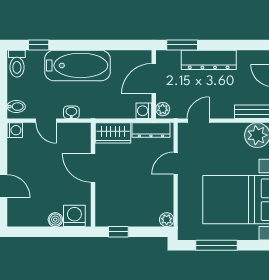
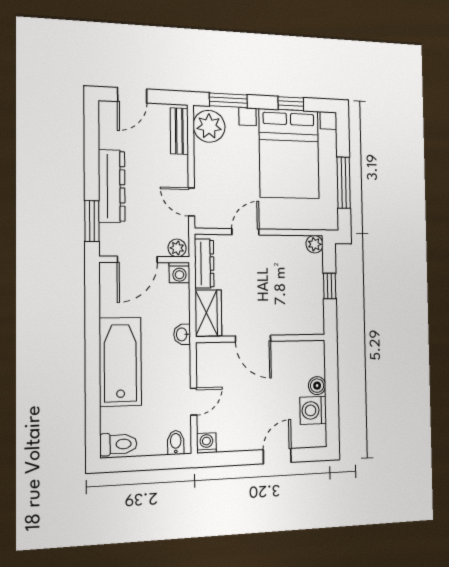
window: (39, 45) -> (93, 416), removed
door: (154, 79) -> (137, 259), hinge flipped
washbasin: (71, 112) -> (182, 334), moved
door: (176, 163) -> (245, 232), swing flipped
door: (93, 168) -> (253, 339), hinge flipped
washing machine: (74, 216) -> (313, 410), moved
window: (118, 232) -> (330, 286), moved

